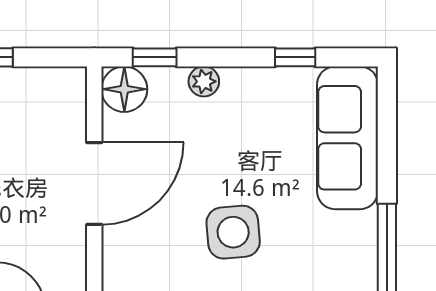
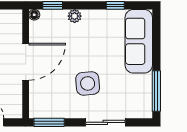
floor lamp: (124, 89) -> (34, 15), width x0.53, depth x0.53

